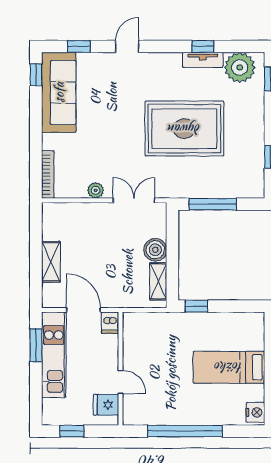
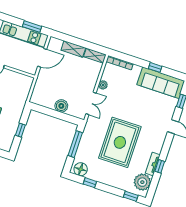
window: (36, 75) -> (155, 67), moved
floor lamp: (253, 181) -> (81, 169), added
shelving: (158, 281) -> (95, 56), moved
window: (197, 306) -> (20, 130), moved
dishwasher: (110, 323) -> (31, 69), removed

